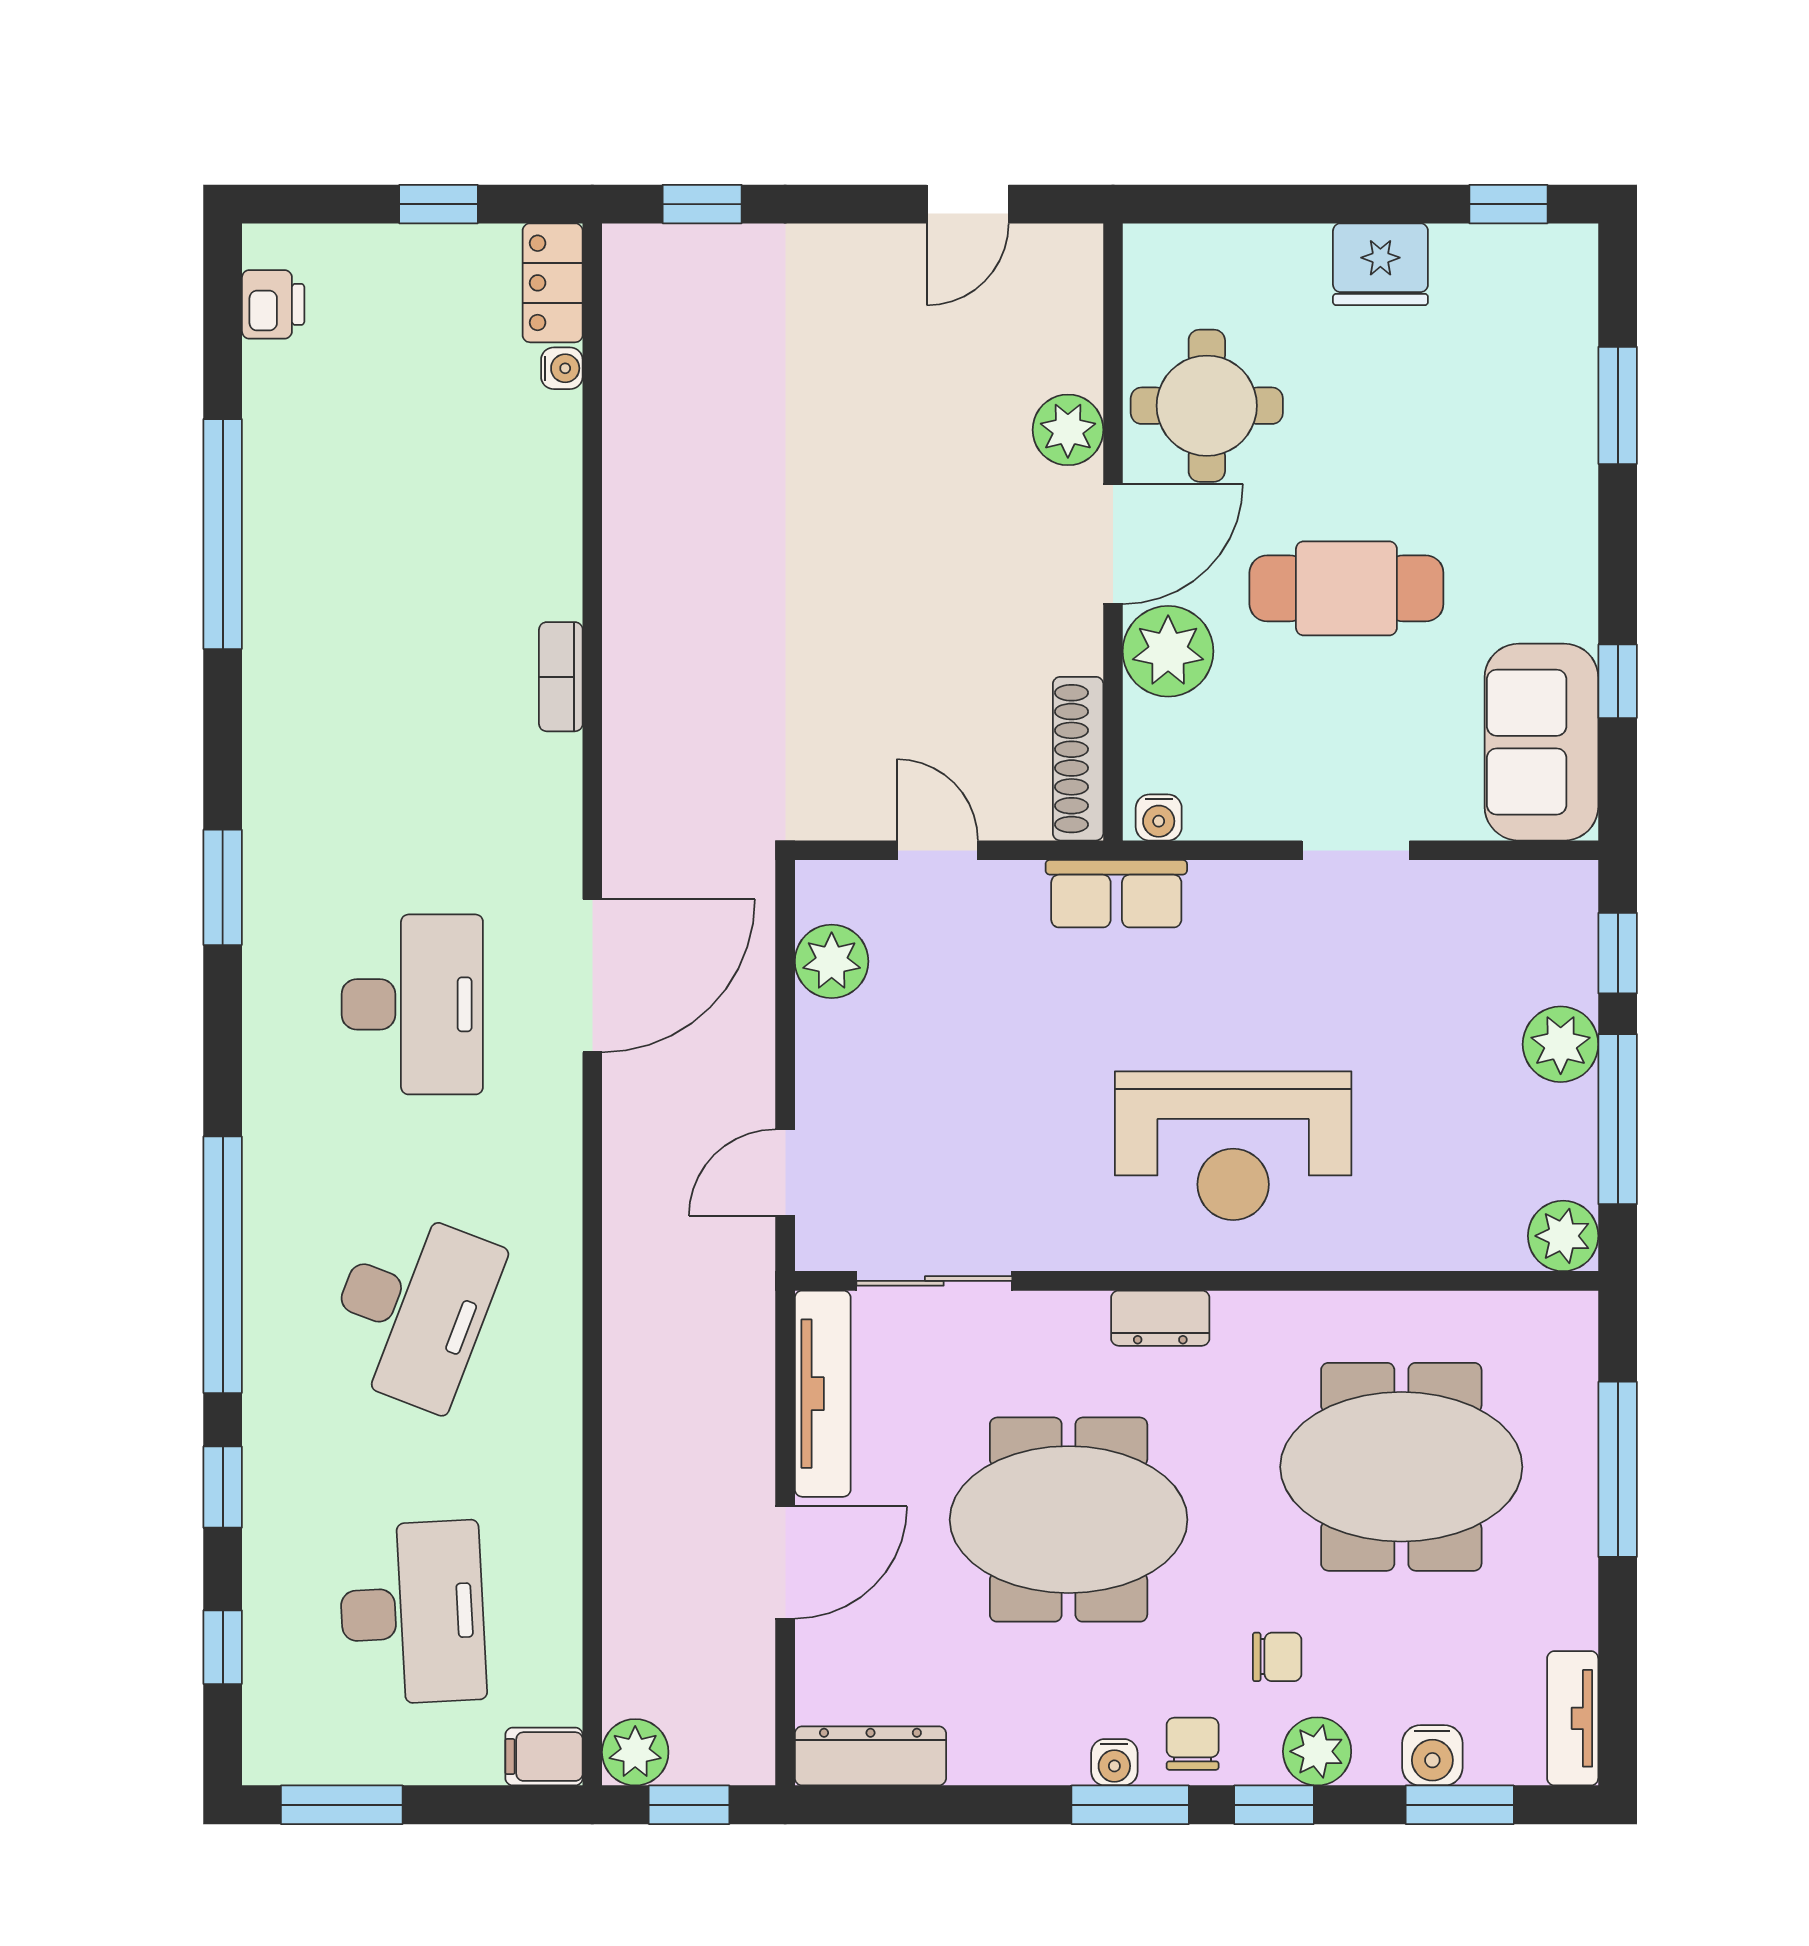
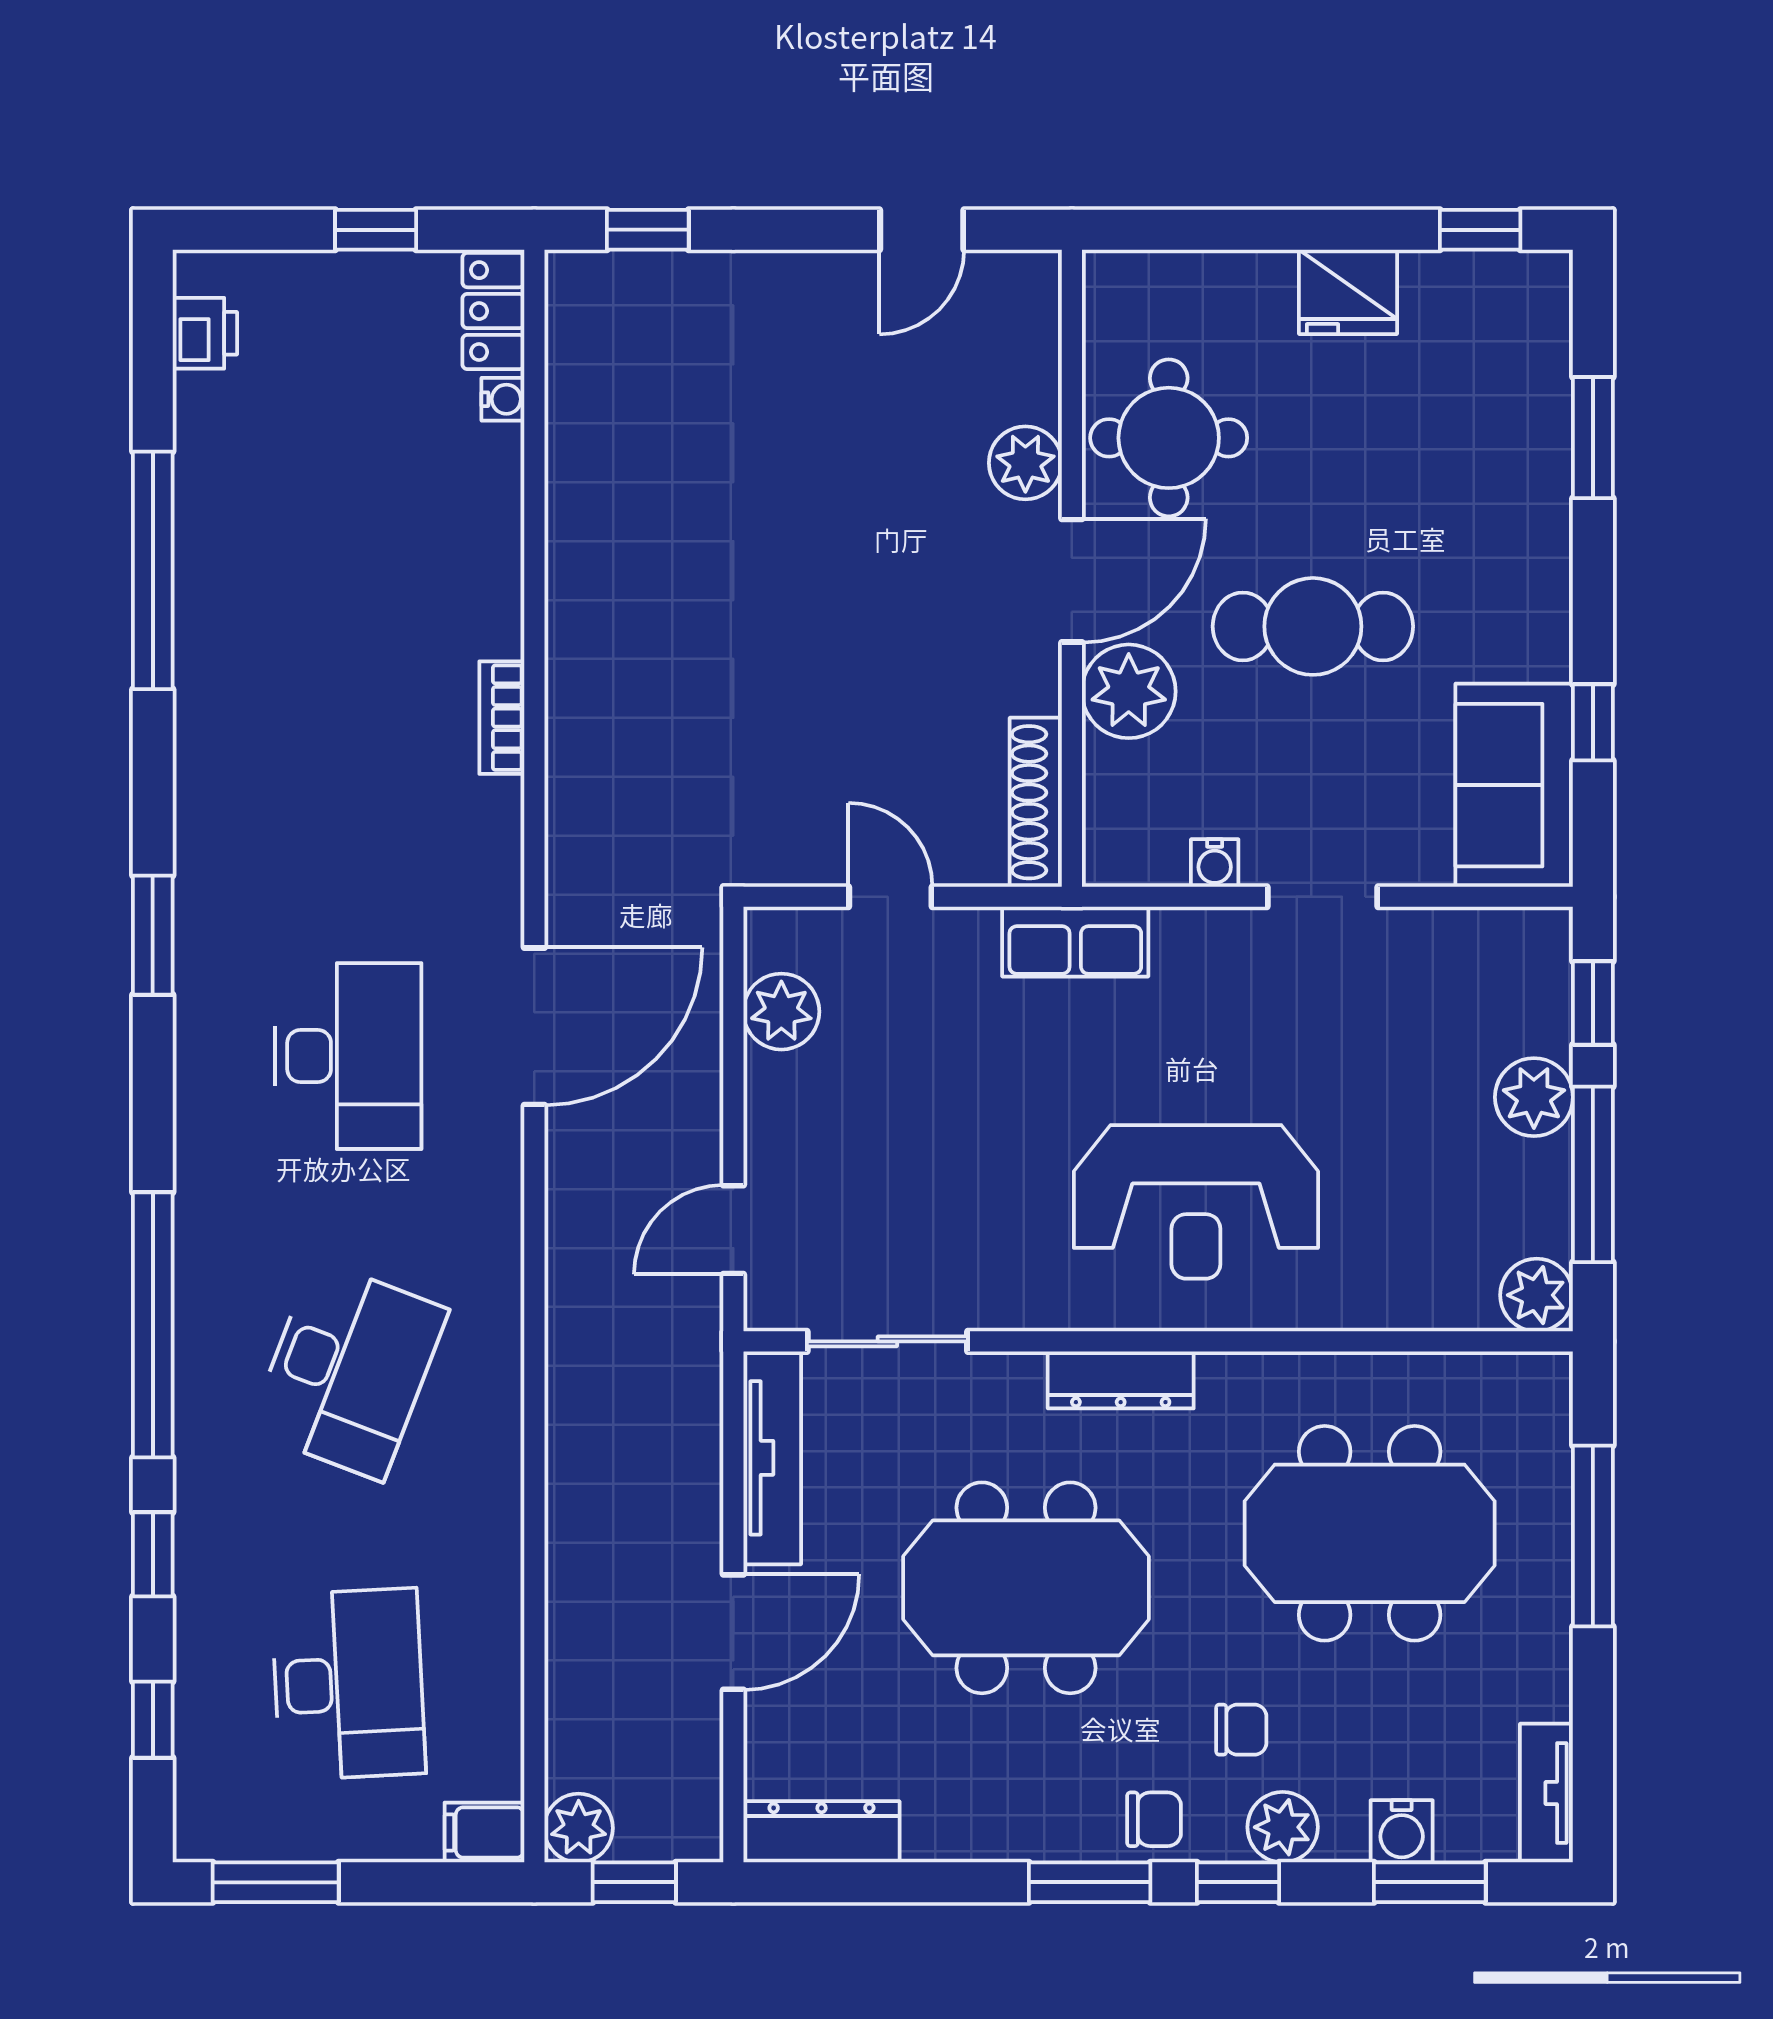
water cooler: (1159, 817) -> (1215, 863), moved
dresser: (1160, 1318) -> (1121, 1380), width x1.44
chair: (1193, 1744) -> (1154, 1819), turned 90
water cooler: (1114, 1762) -> (1073, 1838), removed

